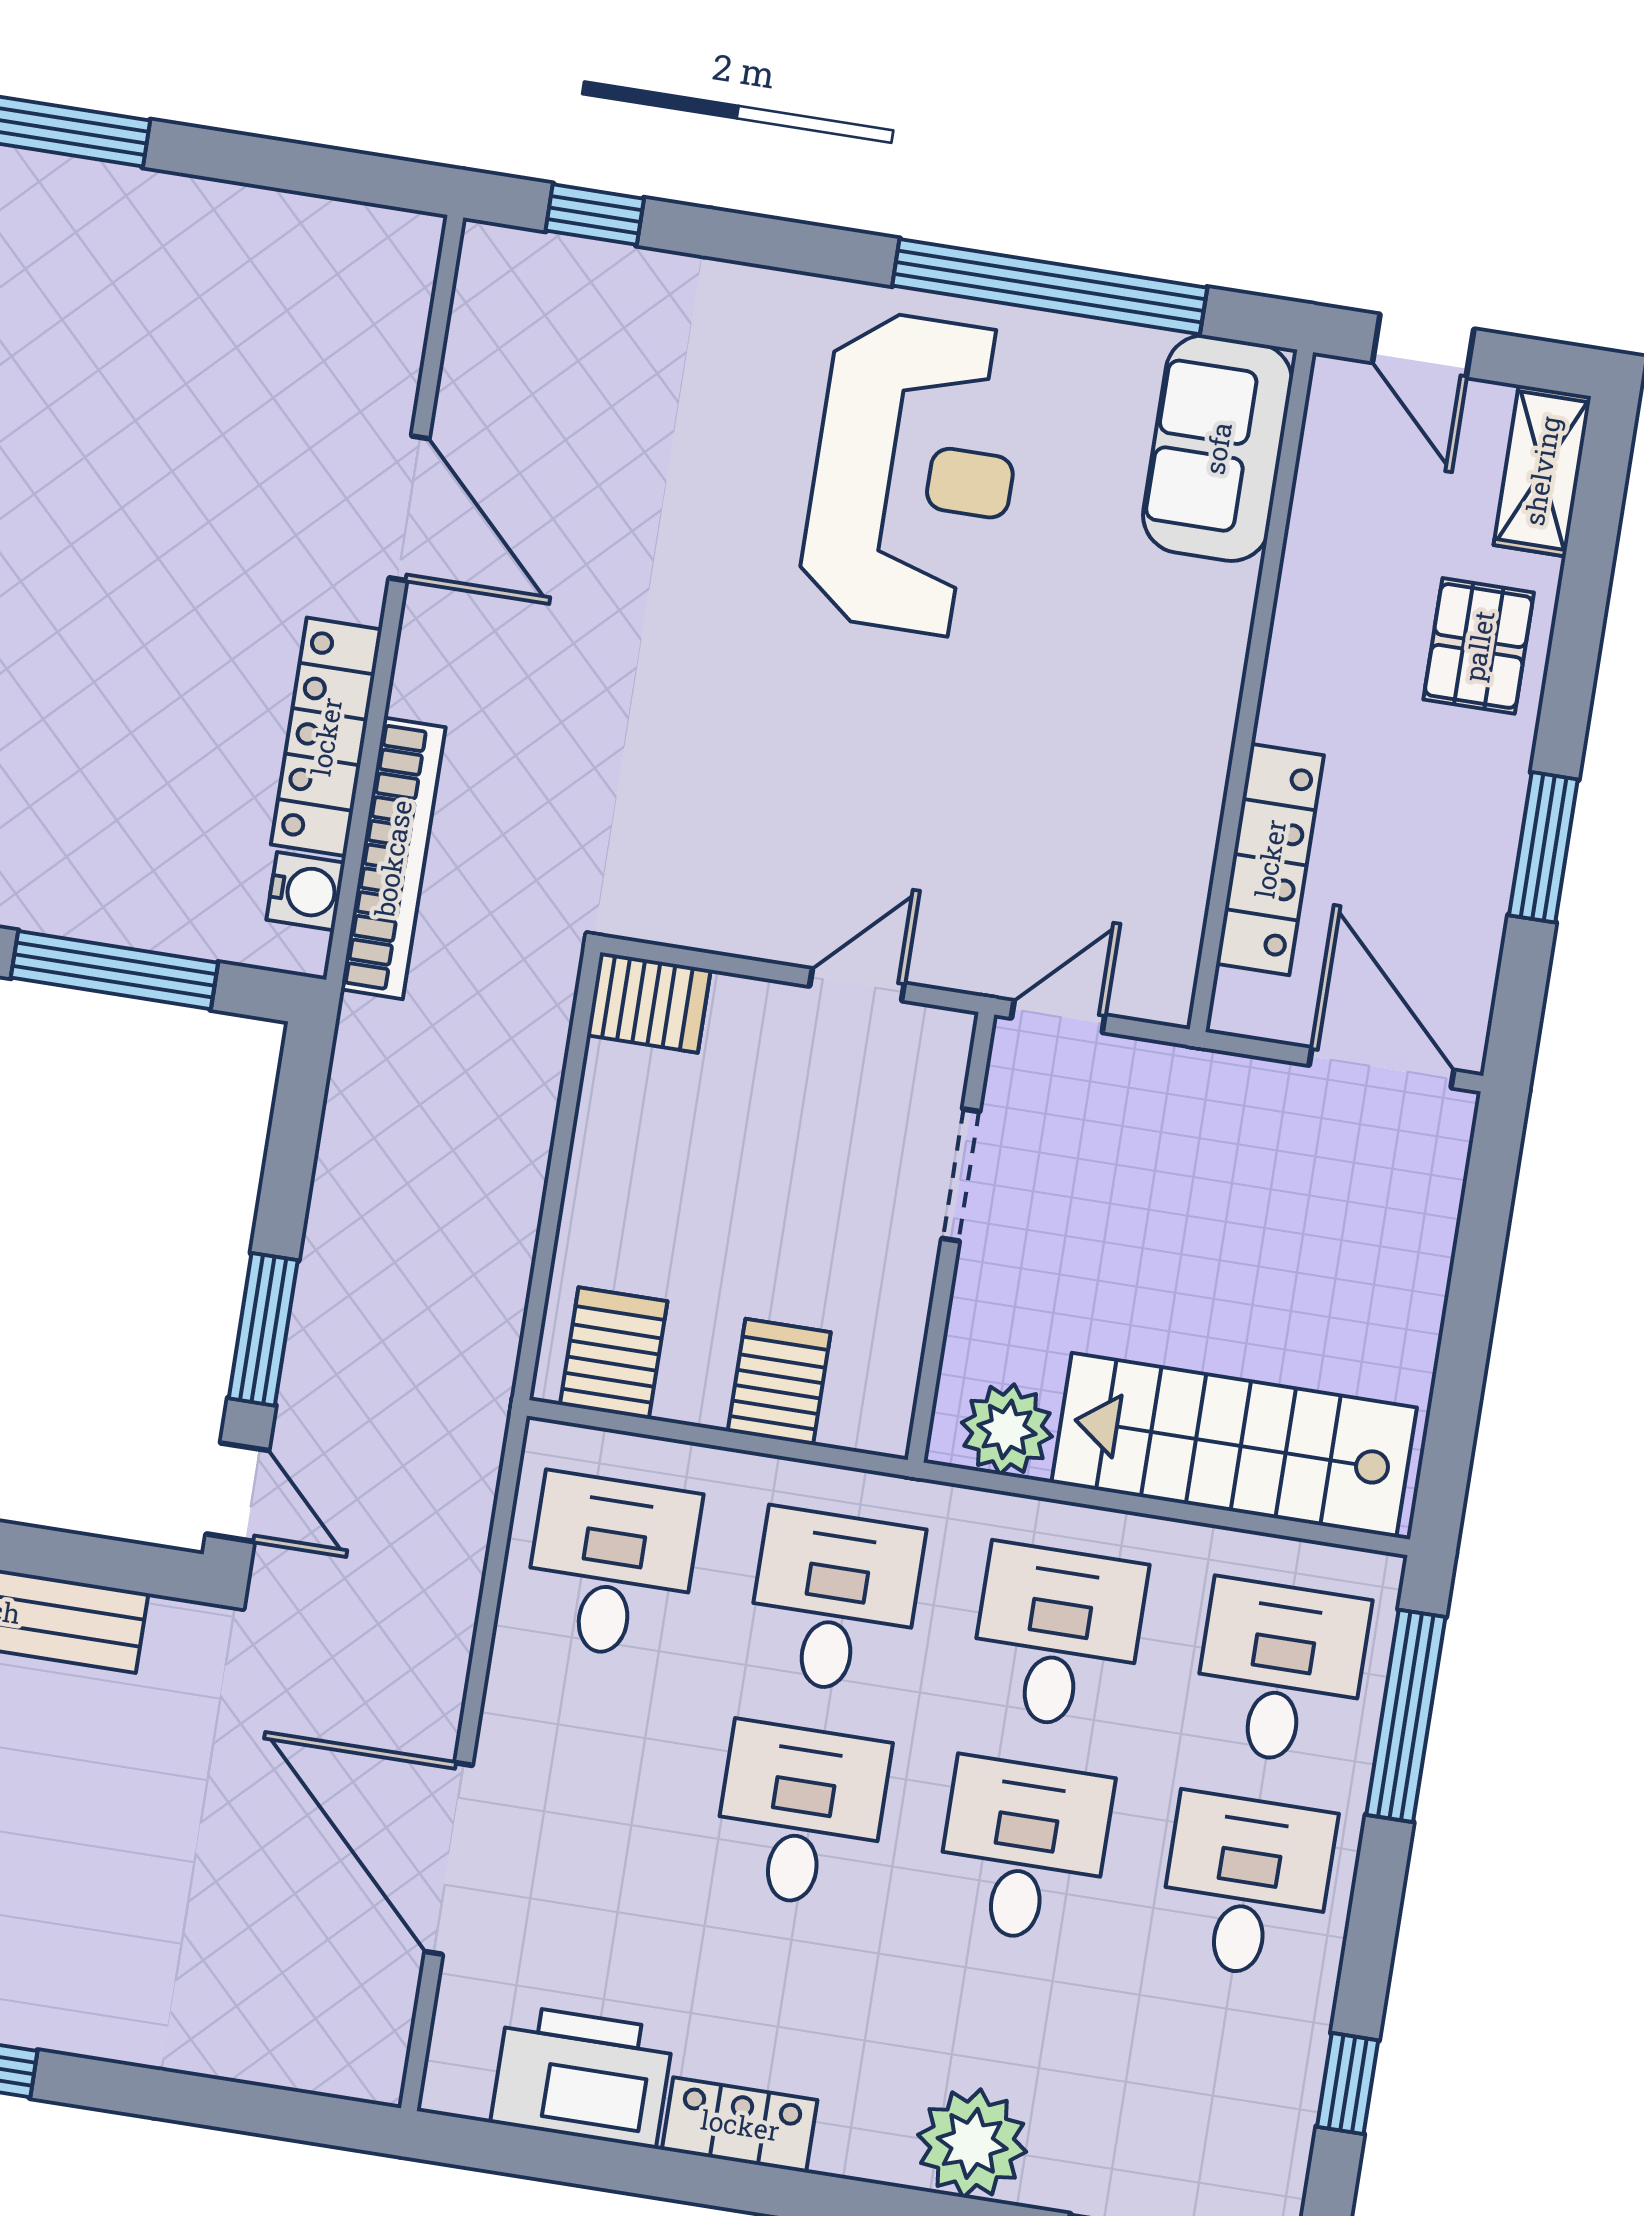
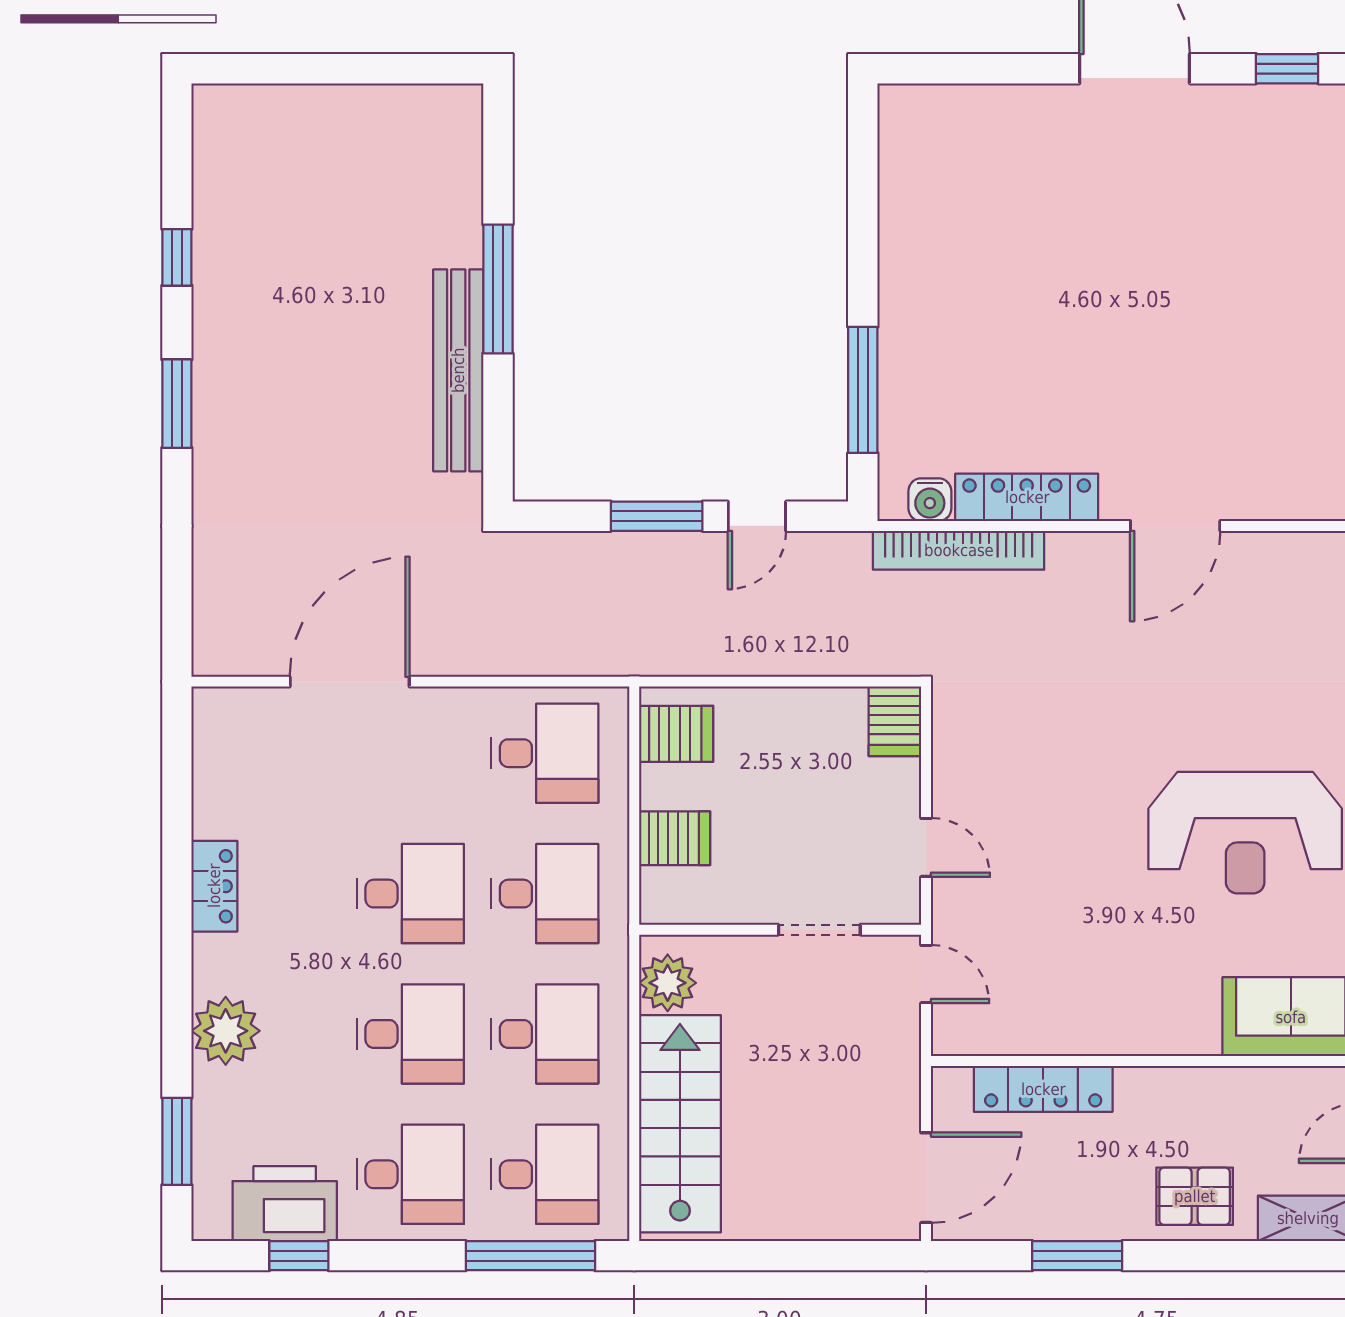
door: (237, 1492) -> (757, 516), moved
printer: (582, 2076) -> (285, 1204), moved, turned -90

